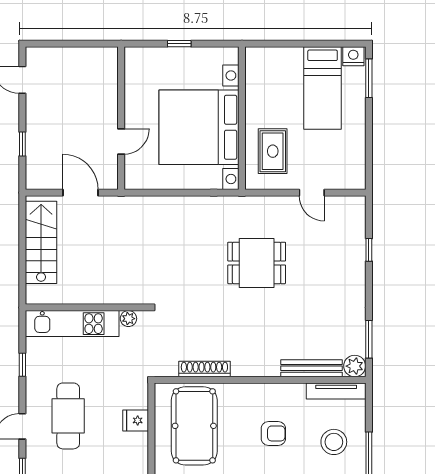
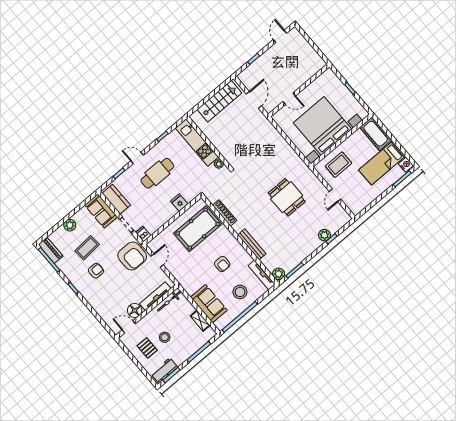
cot: (274, 62) -> (376, 134), added
plant: (355, 255) -> (324, 235), added
bench: (312, 368) -> (252, 244), moved

